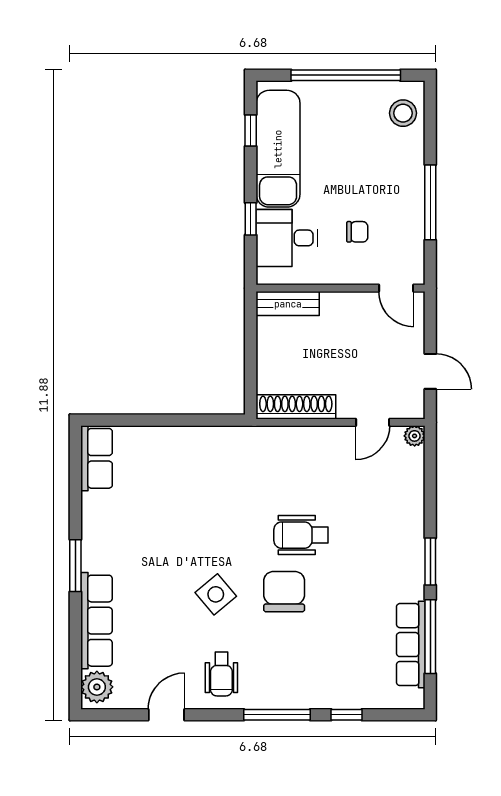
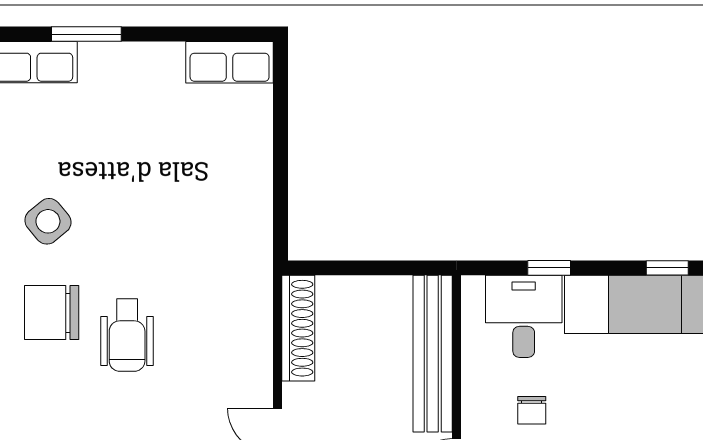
bench: (288, 304) -> (433, 354), width x1.86, depth x1.21
wheelchair: (301, 535) -> (127, 335), turned 180
chair: (284, 592) -> (52, 313), turned 180

